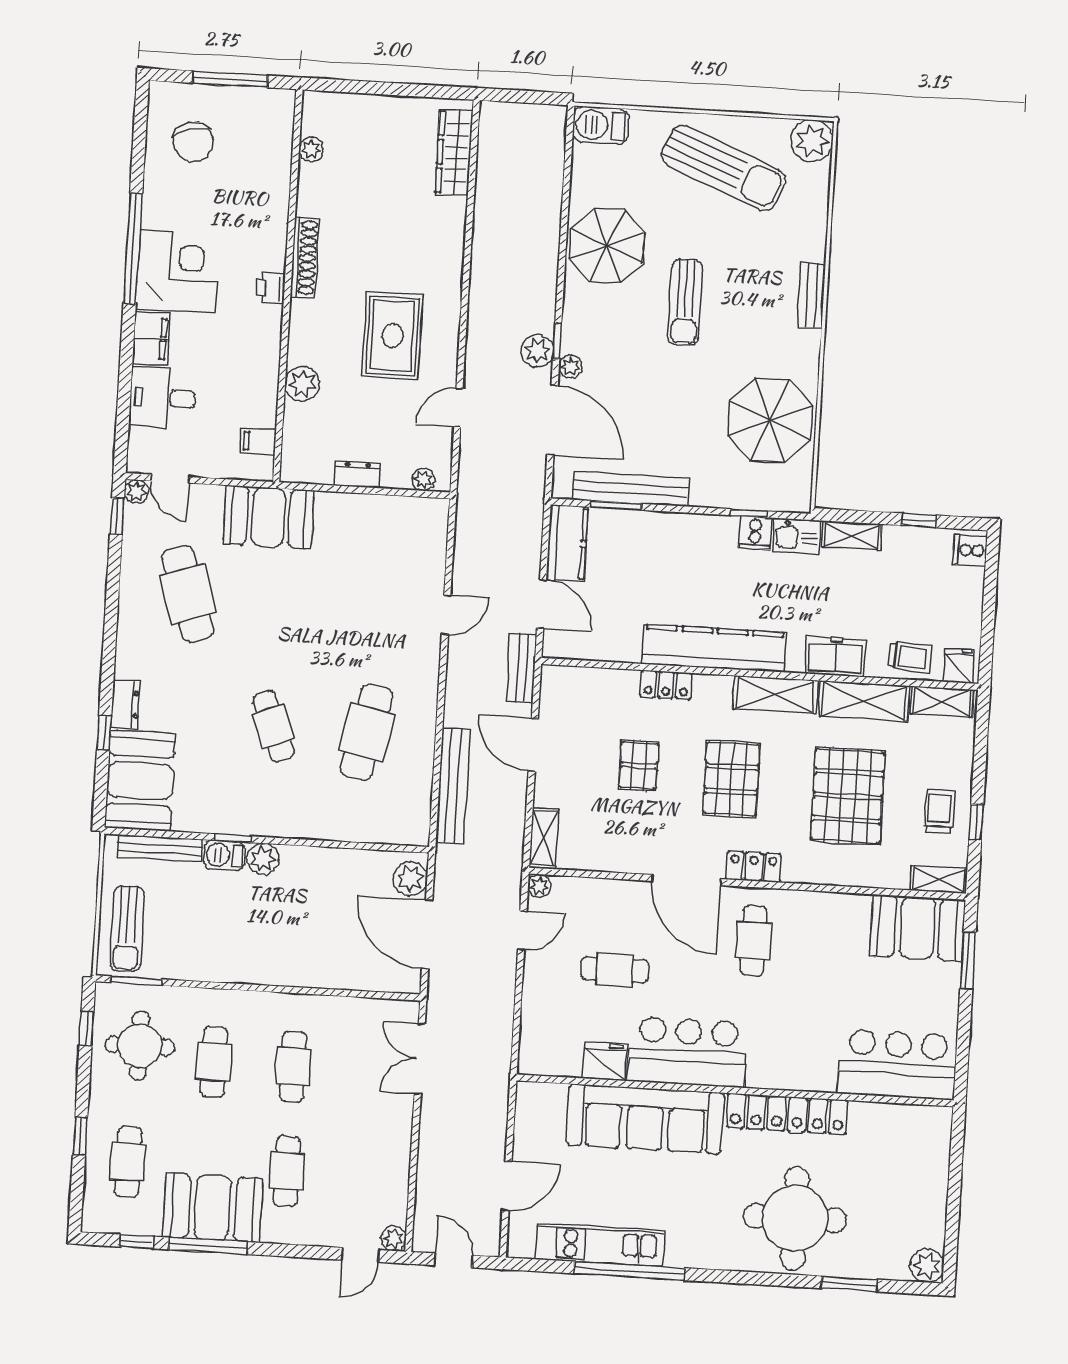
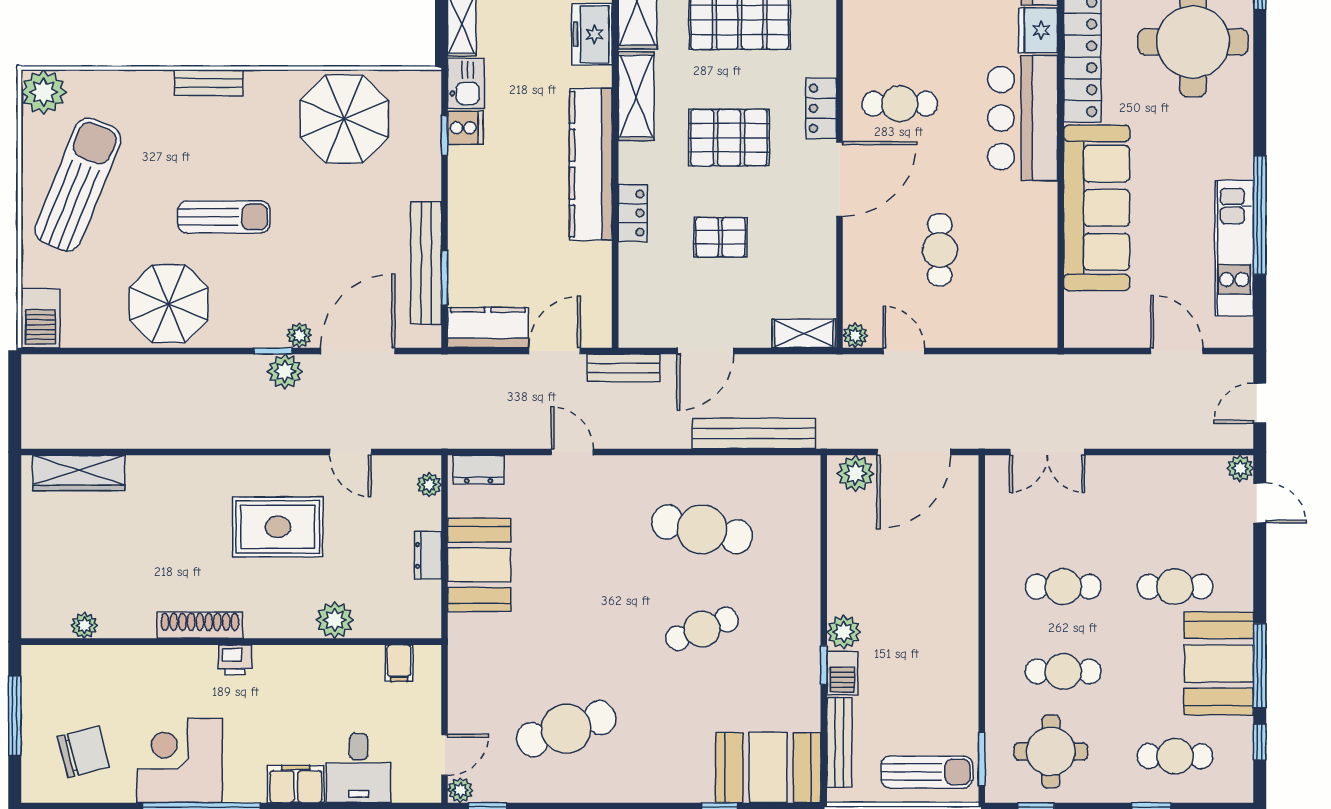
corner desk: (177, 271) -> (180, 760), moved
booth: (268, 517) -> (479, 565), moved
dresser: (125, 704) -> (479, 470), moved, turned 180
bar counter: (688, 1052) -> (1023, 118), moved
fridge: (605, 1061) -> (1038, 30), moved

